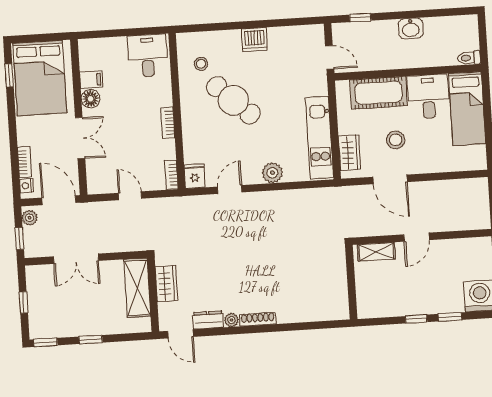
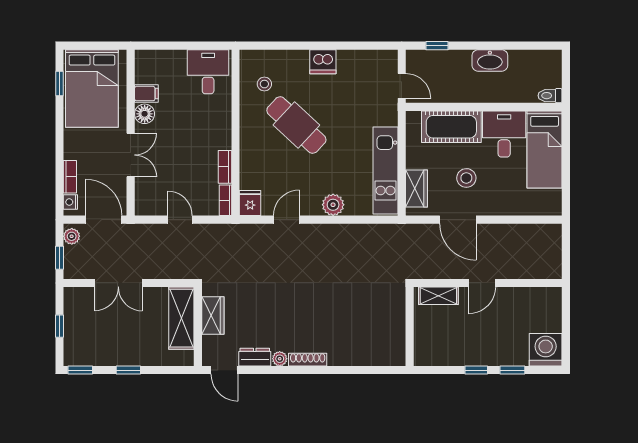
washbasin: (411, 28) -> (490, 60), width x1.38
bookcase: (168, 123) -> (225, 167), moved

